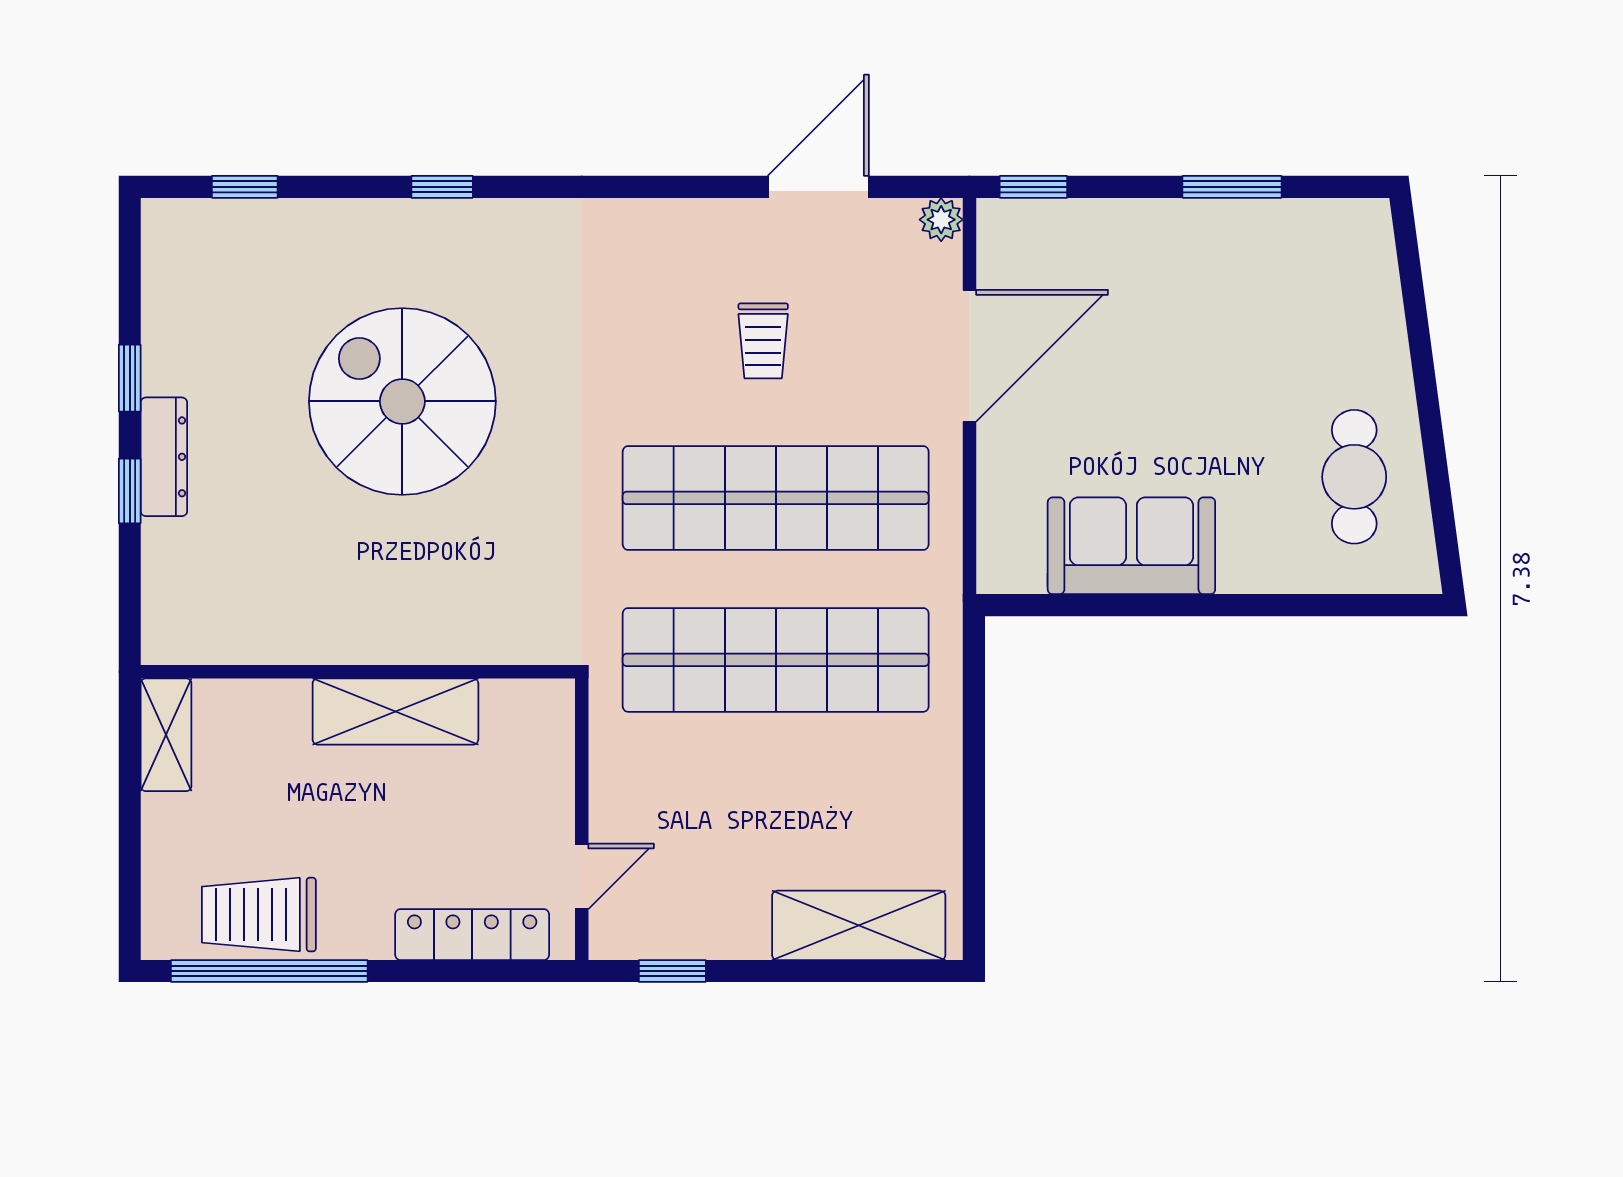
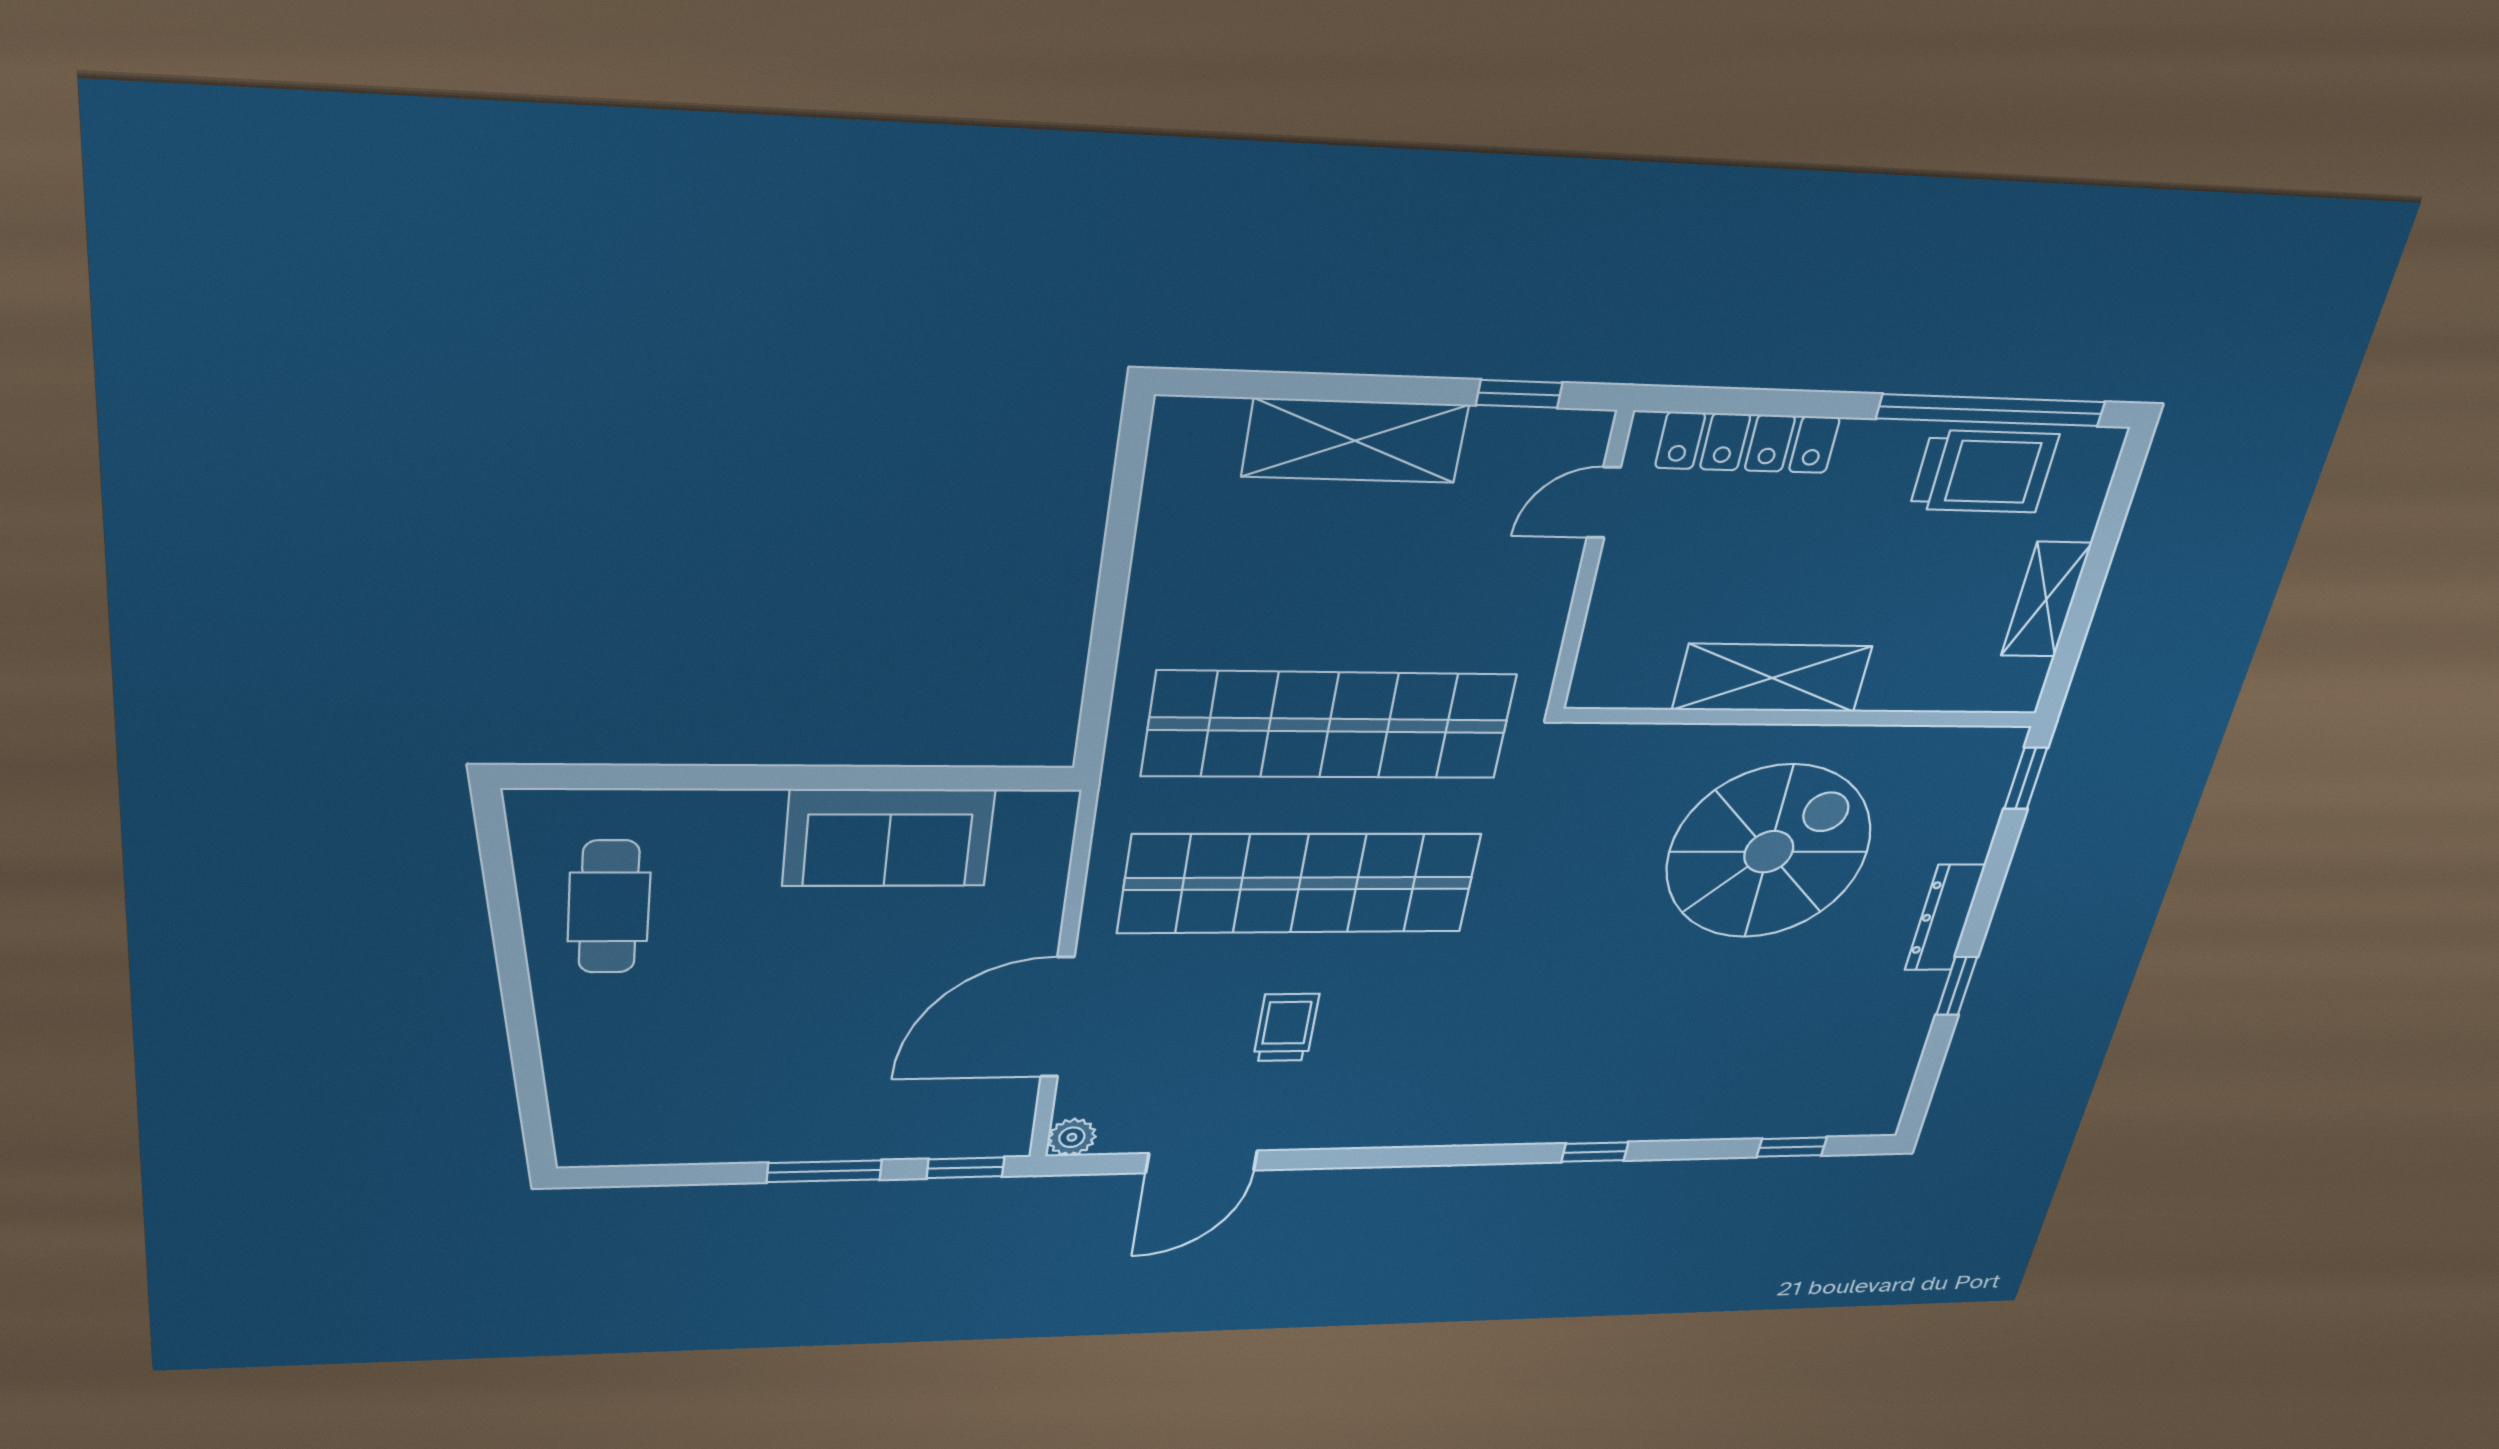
window: (1232, 187) -> (824, 1171), moved
spiral stairs: (402, 401) -> (1769, 852), moved, turned -90
window: (130, 491) -> (2026, 778), moved
shelving: (166, 735) -> (2046, 599), moved
shelving: (859, 925) -> (1355, 441), moved

